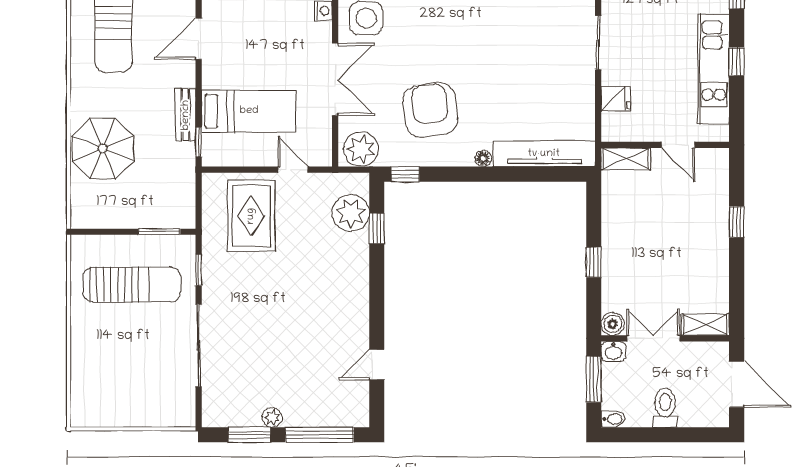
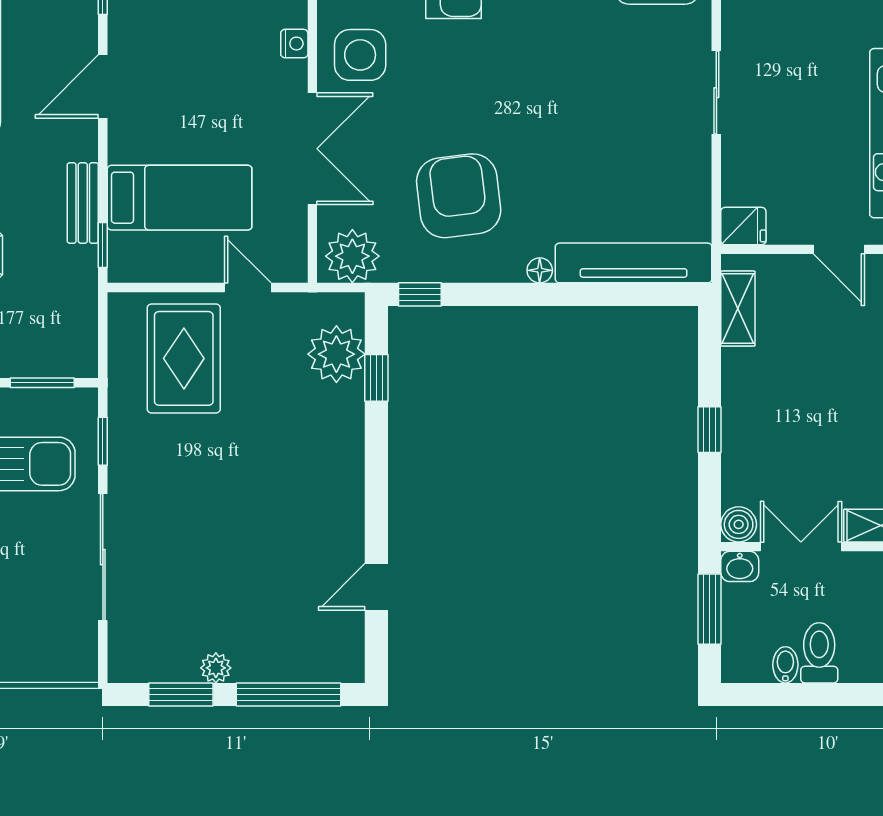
fridge: (616, 99) -> (743, 226), moved
shelving: (626, 159) -> (738, 309), moved, turned 90
bidet: (613, 419) -> (785, 665), moved, turned -90

